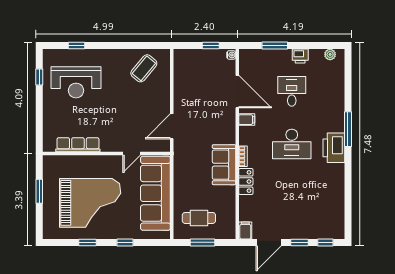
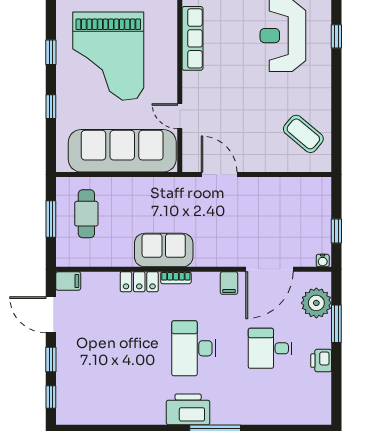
plant: (330, 54) -> (316, 303), moved, width x1.88, depth x1.88
desk: (292, 91) -> (270, 348), turned 180

